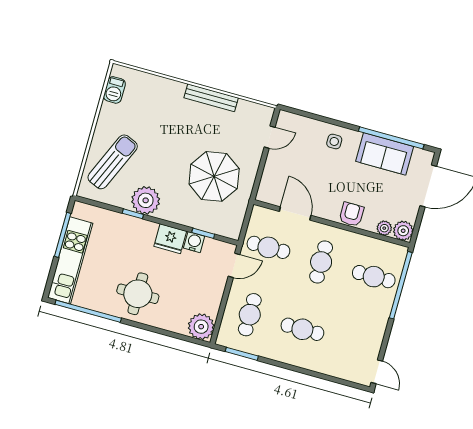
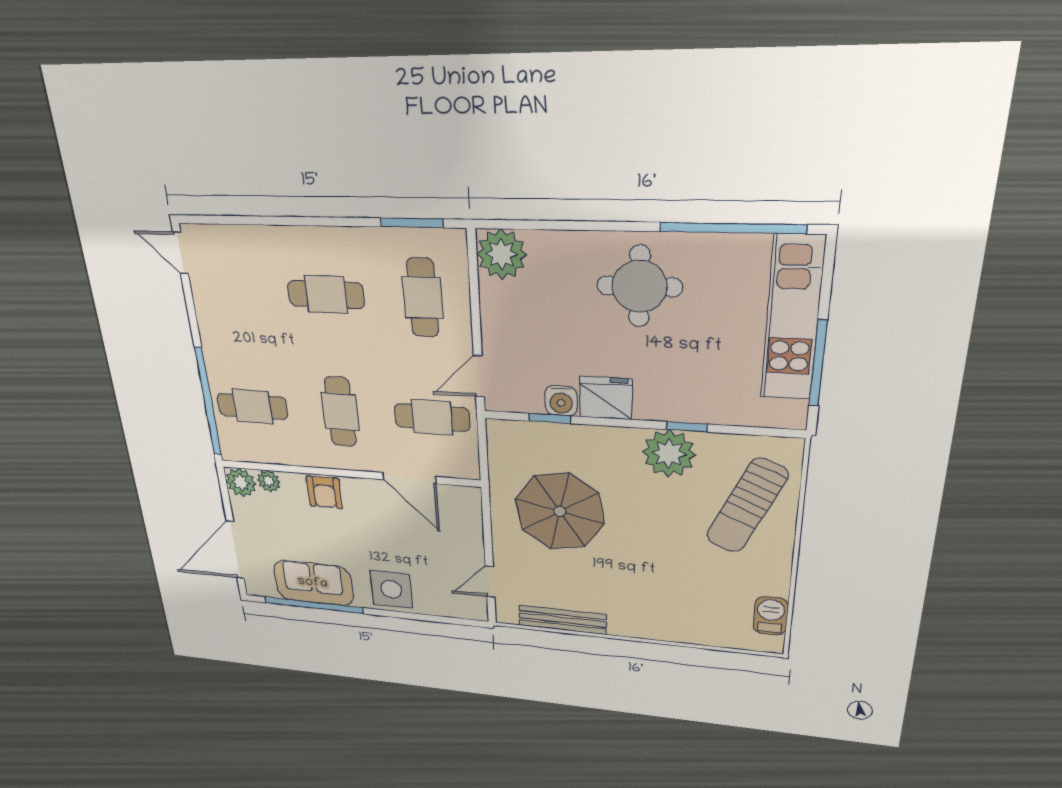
bench: (211, 98) -> (562, 620), moved
side table: (334, 141) -> (391, 589), width x1.87, depth x1.87

